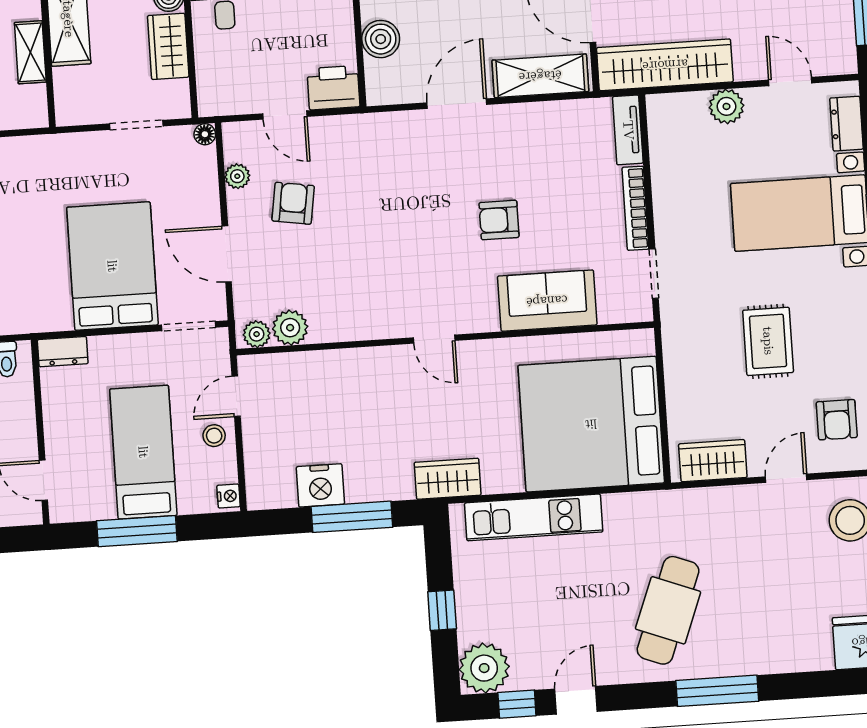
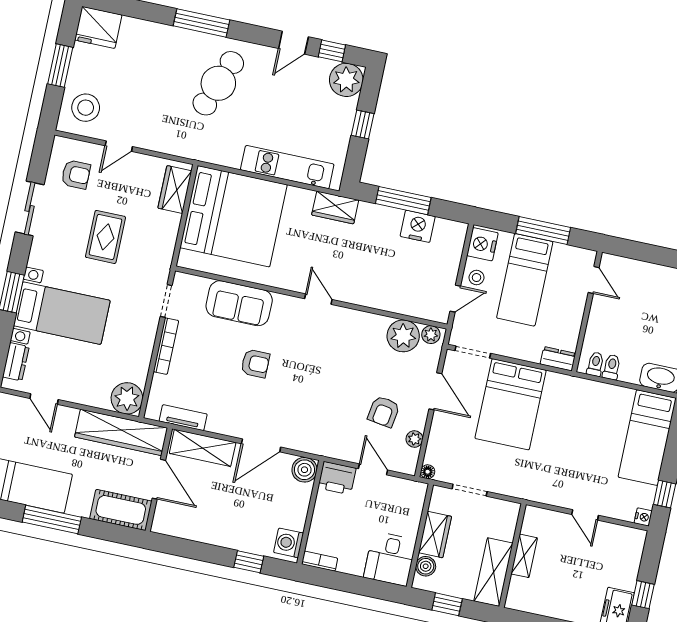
boiler: (381, 39) -> (304, 470), moved
plant: (726, 106) -> (127, 398), moved, width x1.36, depth x1.36
tv unit: (628, 130) -> (183, 418), moved, turned -90
plant: (290, 328) -> (403, 336), width x1.36, depth x1.36
armchair: (837, 420) -> (76, 174), turned 90
wardrobe: (713, 461) -> (175, 189), moved, turned 90
nightstand: (229, 496) -> (482, 244), width x1.89, depth x1.79

